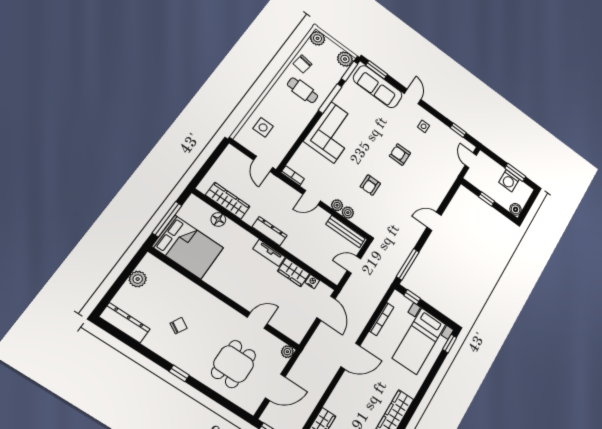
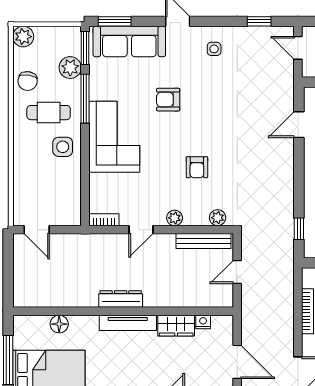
plant: (345, 59) -> (70, 68), moved
side table: (263, 127) -> (63, 147), moved
armchair: (400, 155) -> (168, 100), moved
door: (263, 164) -> (37, 230), moved
wardrobe: (228, 201) -> (55, 297), removed
plant: (348, 213) -> (218, 218), moved
door: (434, 221) -> (299, 125), moved
tv unit: (269, 253) -> (128, 323), width x1.41
window: (408, 264) -> (299, 229), width x0.46
door: (326, 308) -> (237, 362), moved

